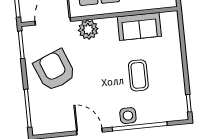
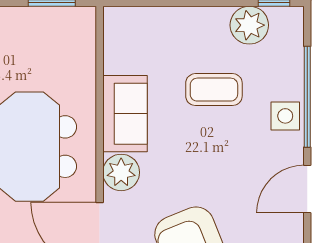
sofa: (139, 26) -> (125, 114), moved
plant: (175, 91) -> (249, 25), added

